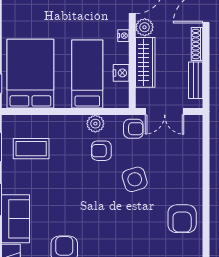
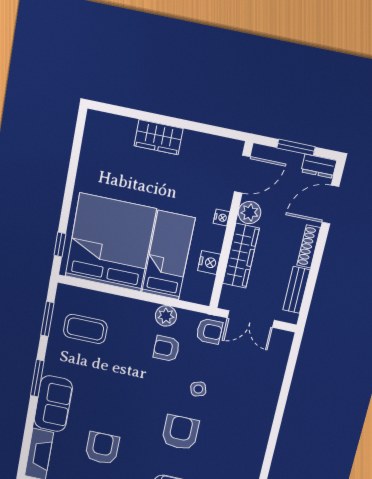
bed: (30, 74) -> (110, 243), width x1.36
side table: (135, 179) -> (198, 389), width x0.54, depth x0.54
armchair: (182, 219) -> (180, 433), moved, turned 180

